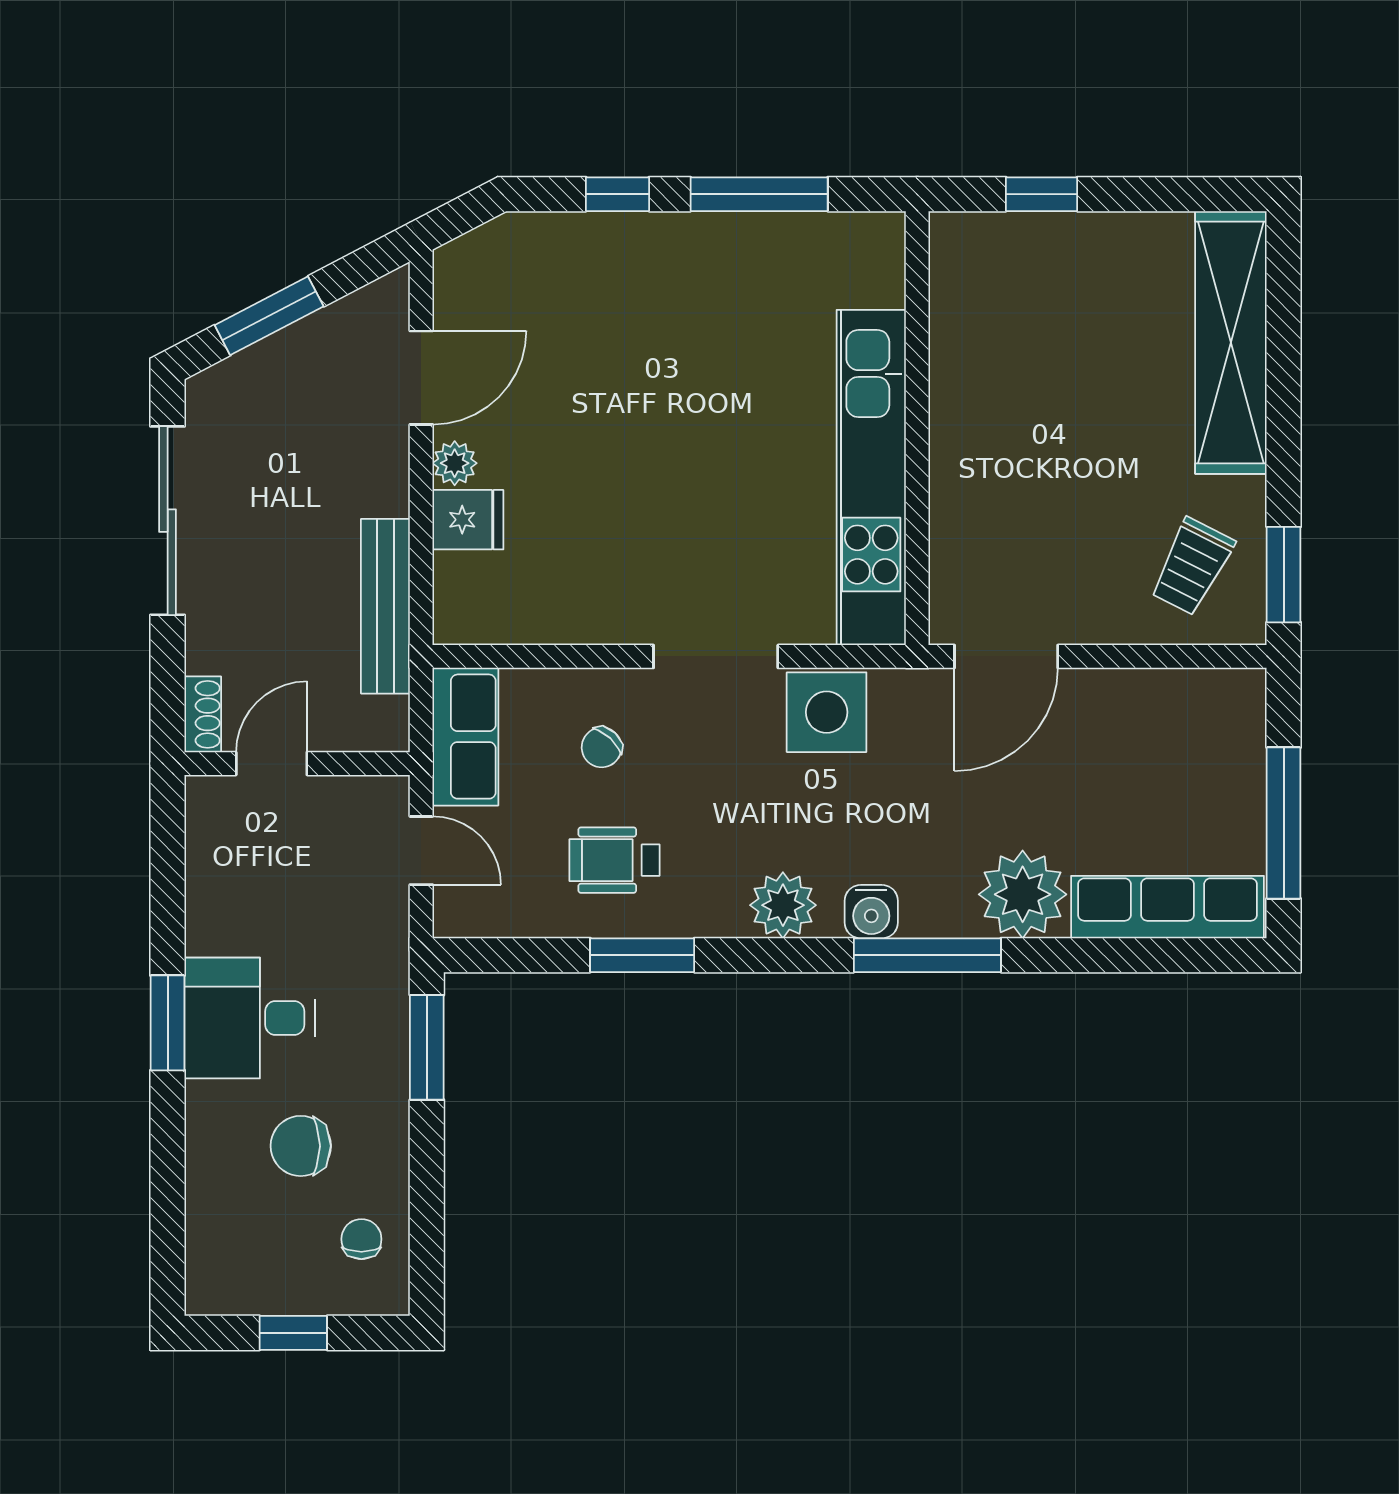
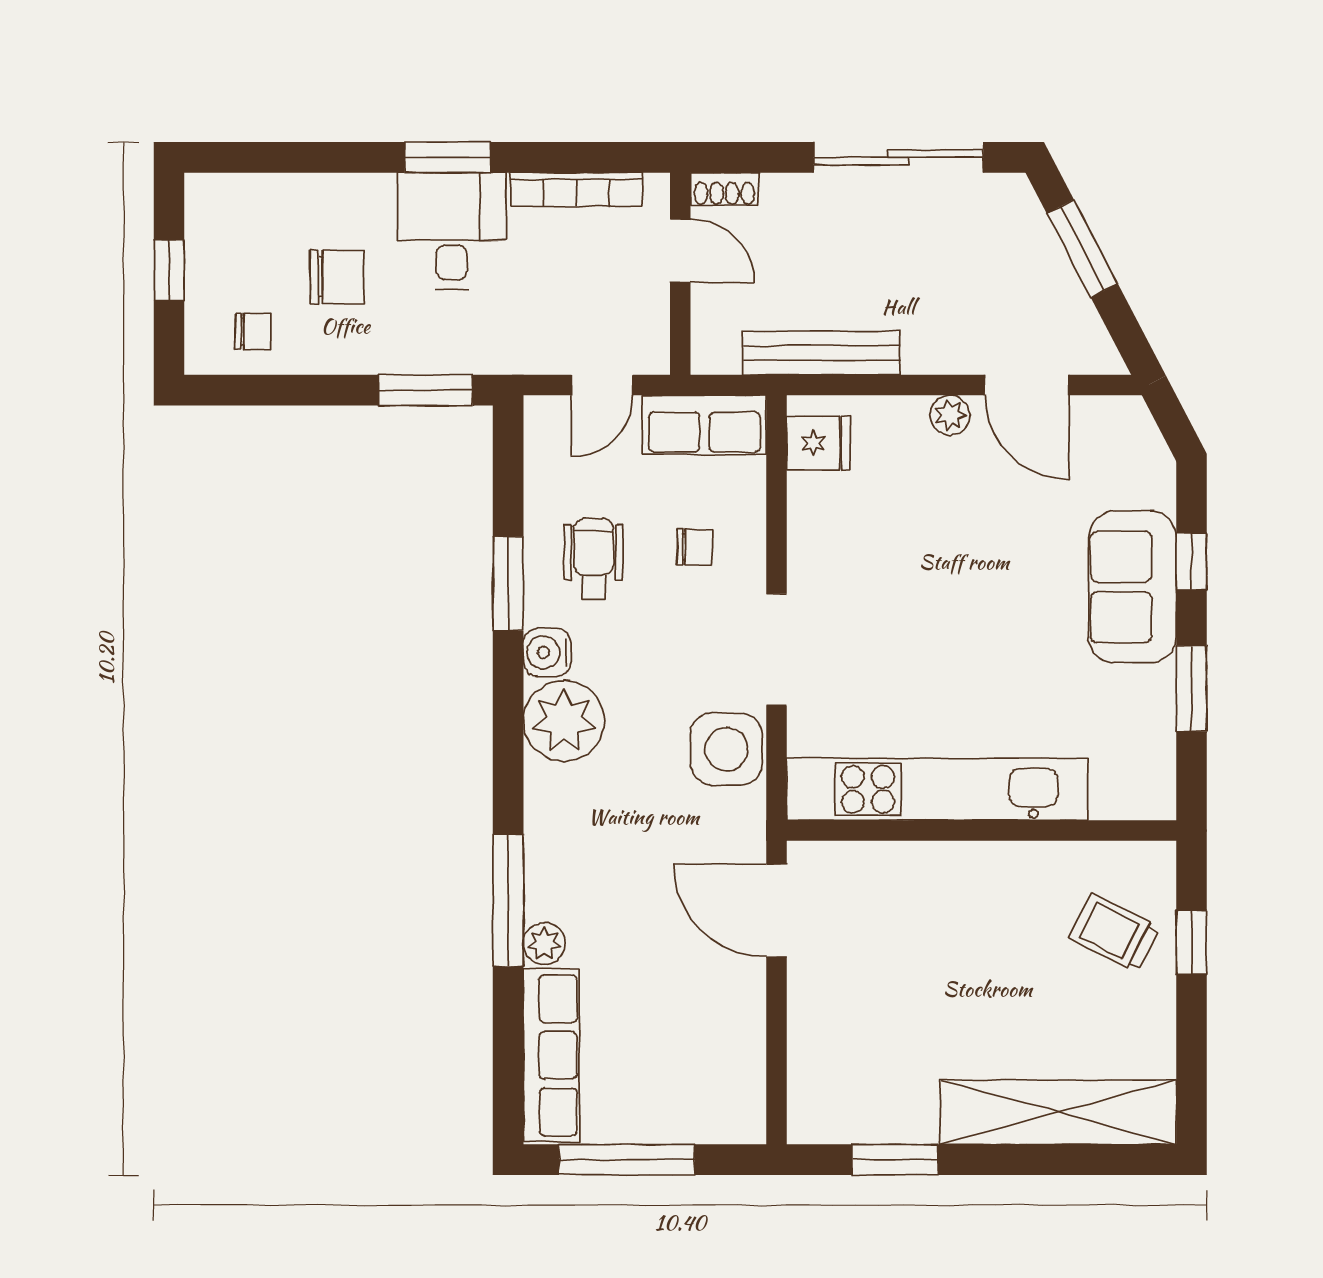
window: (759, 194) -> (1192, 689), width x0.69
sofa: (646, 260) -> (1132, 587), added
fridge: (468, 520) -> (818, 443), moved, turned -90
trolley: (1192, 567) -> (1114, 933), moved
window: (1284, 575) -> (895, 1160), moved
chair: (602, 747) -> (695, 547), turned 137
bookcase: (203, 879) -> (576, 189), added
plant: (1023, 894) -> (544, 944), width x0.53, depth x0.53
plant: (783, 905) -> (564, 721), width x1.36, depth x1.36
water cooler: (871, 912) -> (547, 652), moved
window: (927, 955) -> (508, 900), moved
chair: (301, 1146) -> (337, 277), turned 90

